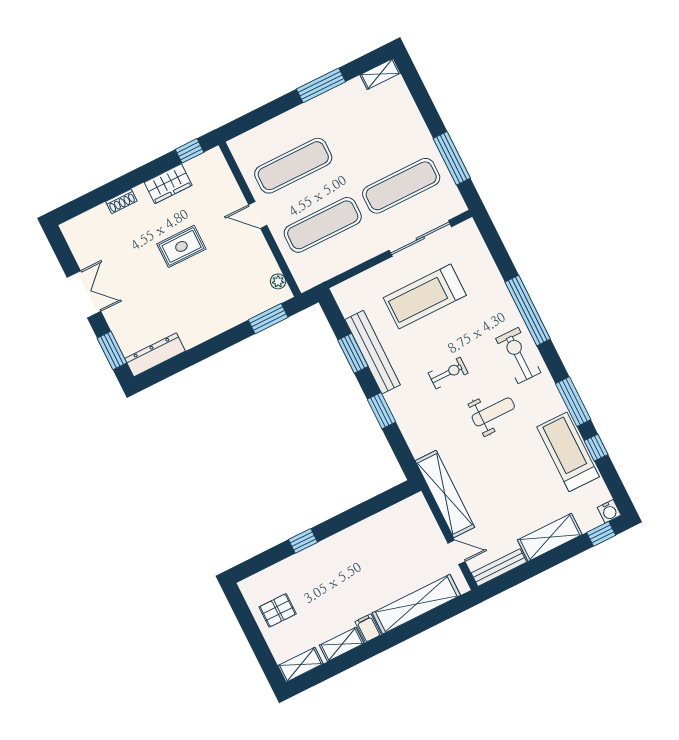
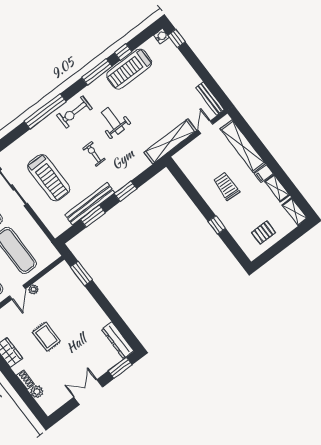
plant: (100, 216) -> (37, 392), added
plant: (278, 281) -> (33, 289), moved
shelving: (550, 537) -> (185, 70), removed
trolley: (360, 567) -> (226, 186), added
pallet: (278, 610) -> (263, 233), turned 90

